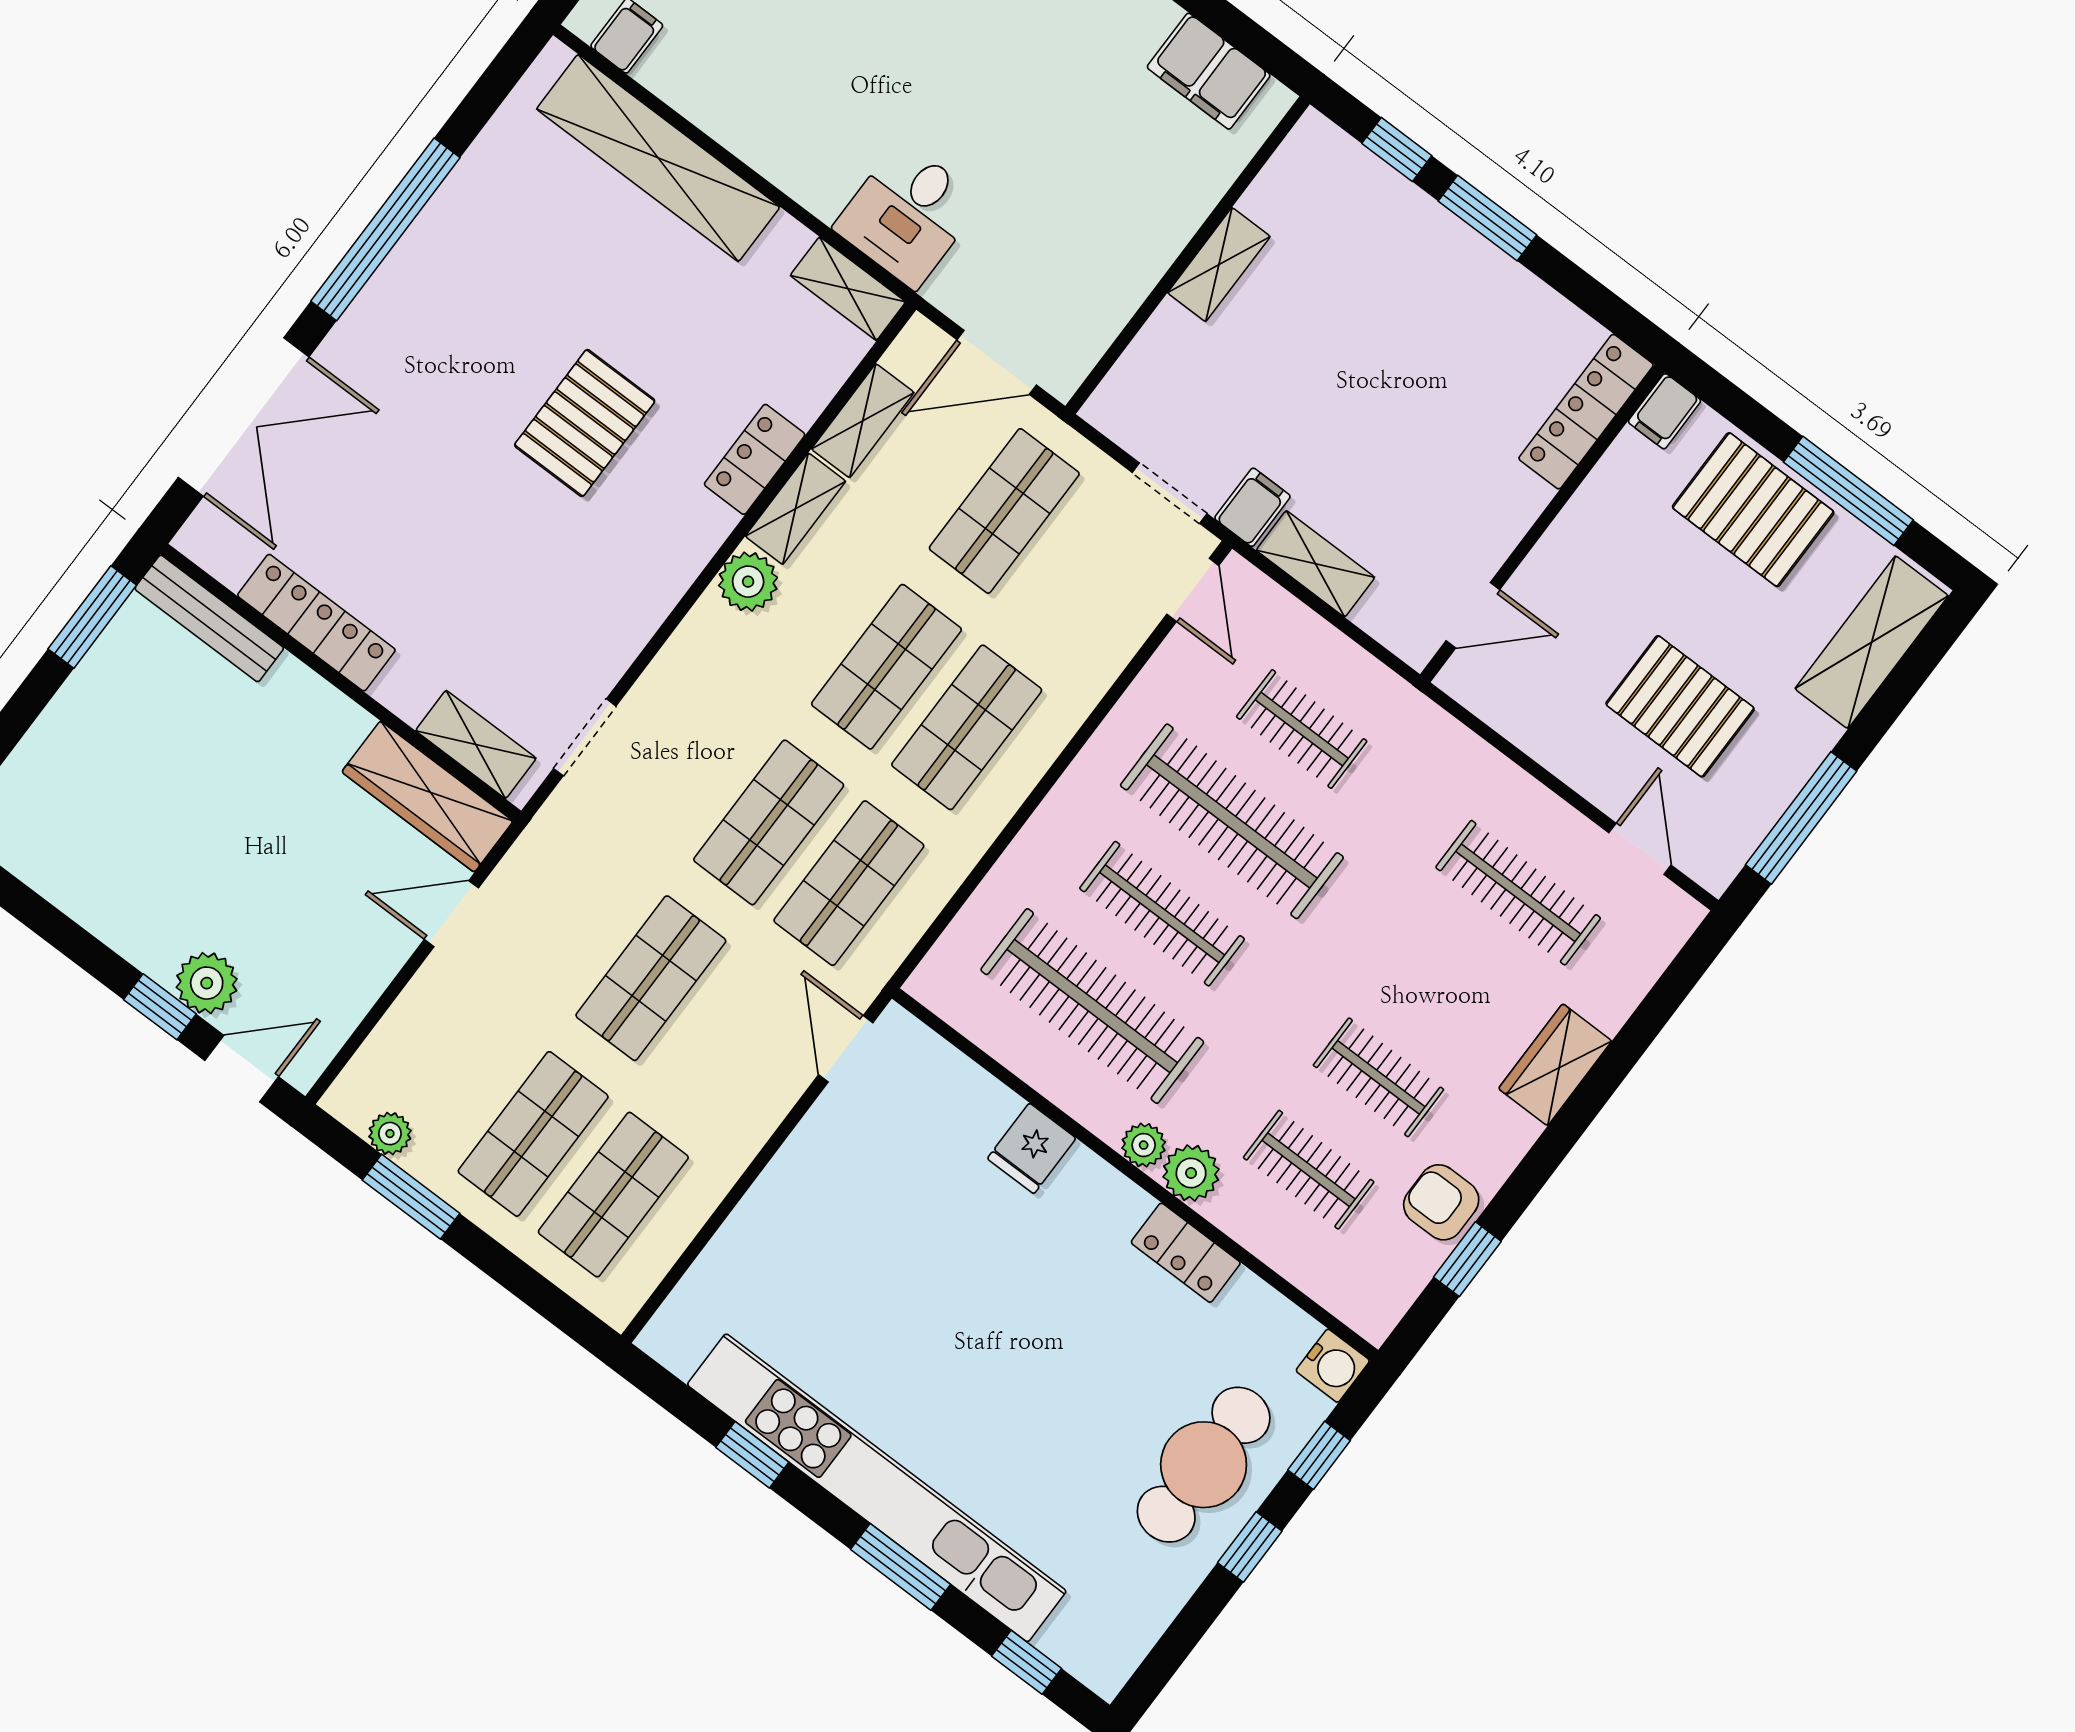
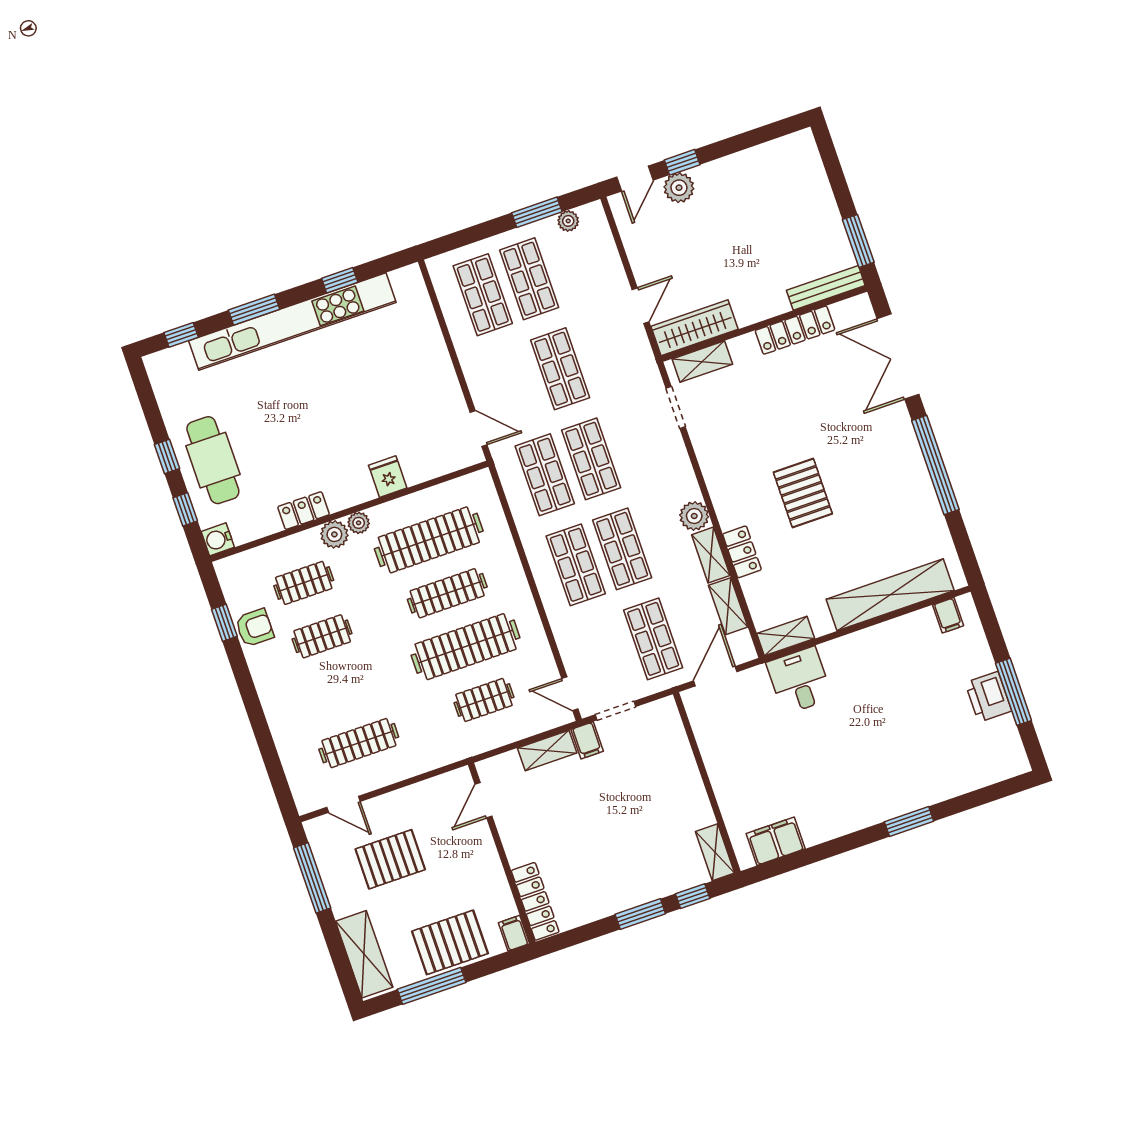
shelving: (1219, 265) -> (715, 852), moved
wardrobe: (1555, 1065) -> (279, 711), removed

